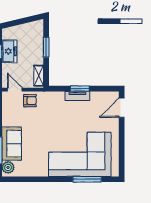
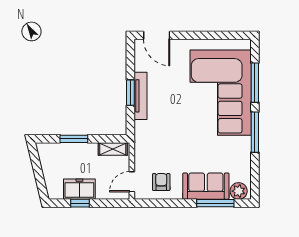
tv unit: (77, 96) -> (141, 96), width x1.41
armchair: (30, 101) -> (161, 182), moved
window: (51, 179) -> (255, 132), added

